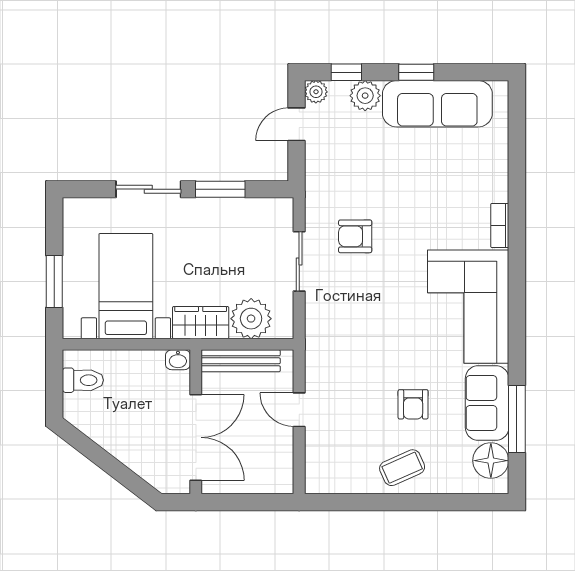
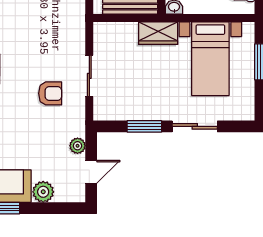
window: (346, 72) -> (56, 208), removed
plant: (316, 92) -> (78, 146), moved
plant: (251, 319) -> (123, 36), removed

